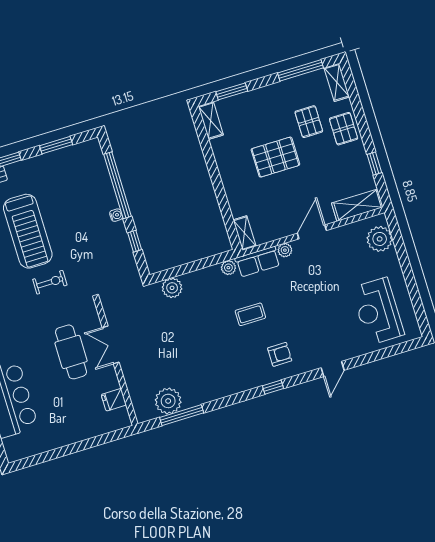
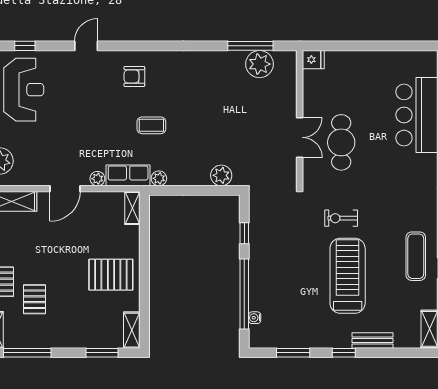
pallet: (275, 157) -> (111, 275), moved
water cooler: (116, 215) -> (255, 318), moved
window: (273, 387) -> (25, 46), moved
fridge: (114, 400) -> (313, 60), moved

